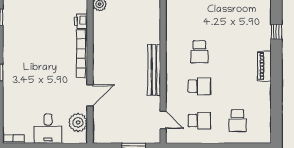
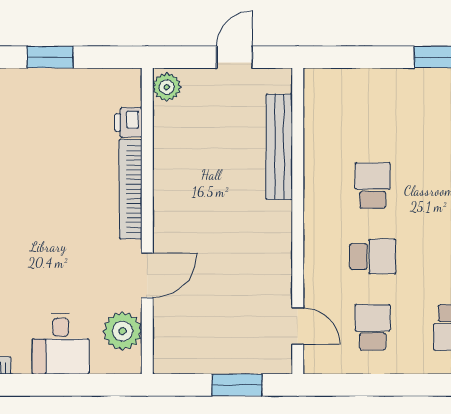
school desk: (199, 52) -> (373, 186), turned 180
bench: (154, 70) -> (279, 147), moved
school desk: (199, 121) -> (373, 327), turned -90

